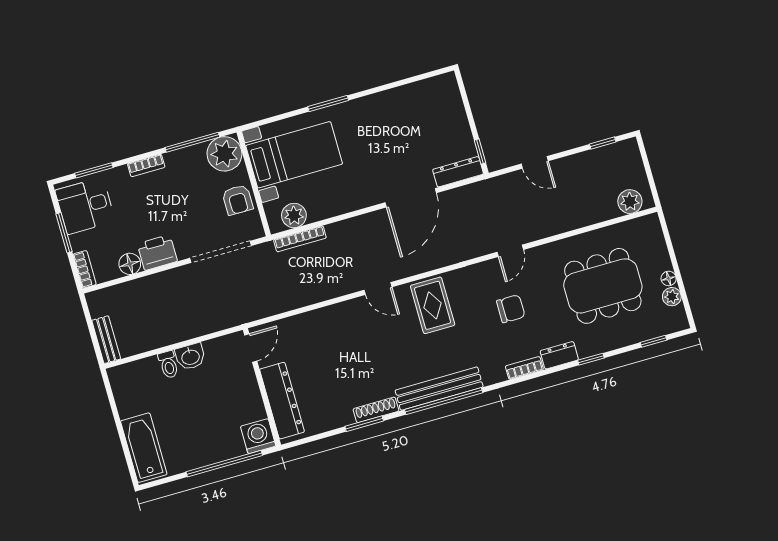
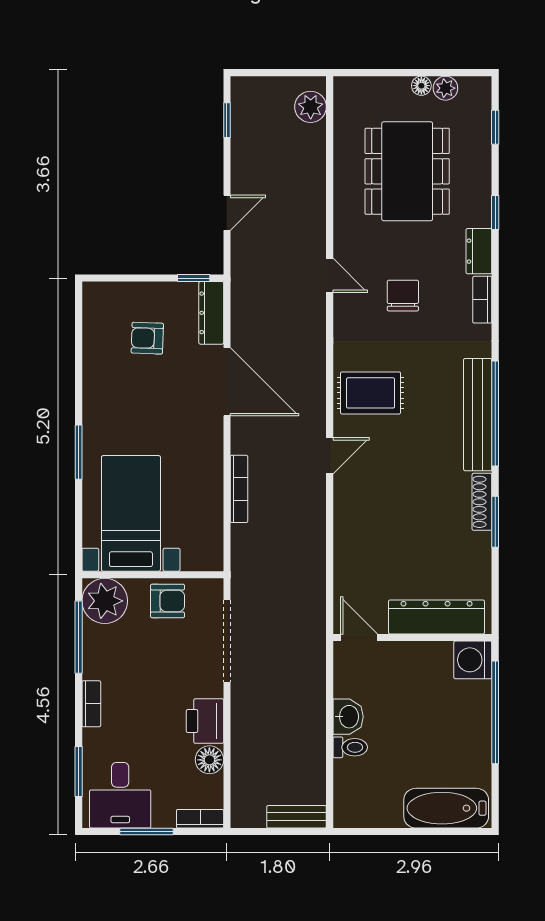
armchair: (426, 130) -> (147, 338), added
plant: (294, 216) -> (207, 535), removed
bookcase: (300, 239) -> (239, 489), moved

